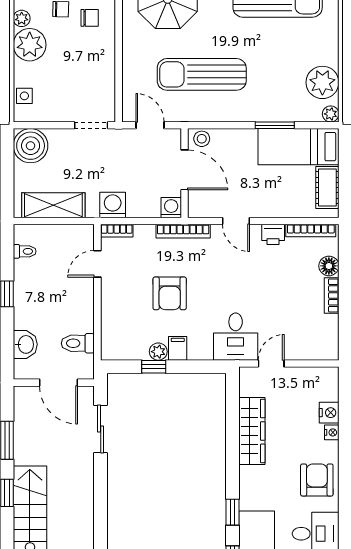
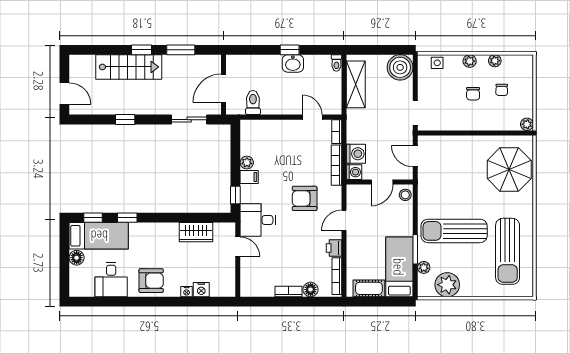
chair: (90, 18) -> (473, 94), moved
plant: (30, 45) -> (470, 61), width x0.53, depth x0.53
sun lounger: (202, 74) -> (454, 231), moved, turned -90
plant: (331, 114) -> (424, 267), moved
door: (150, 125) -> (415, 156), swing flipped
door: (185, 170) -> (382, 182), width x0.73
washing machine: (113, 205) -> (356, 154), moved
bookcase: (183, 231) -> (336, 165), moved
toilet: (25, 251) -> (336, 63), moved
armchair: (170, 293) -> (305, 198), moved
washbasin: (25, 344) -> (293, 63), moved
window: (154, 367) -> (235, 195), moved
wardrobe: (252, 431) -> (196, 232), width x0.67
window: (101, 515) -> (125, 120), added

